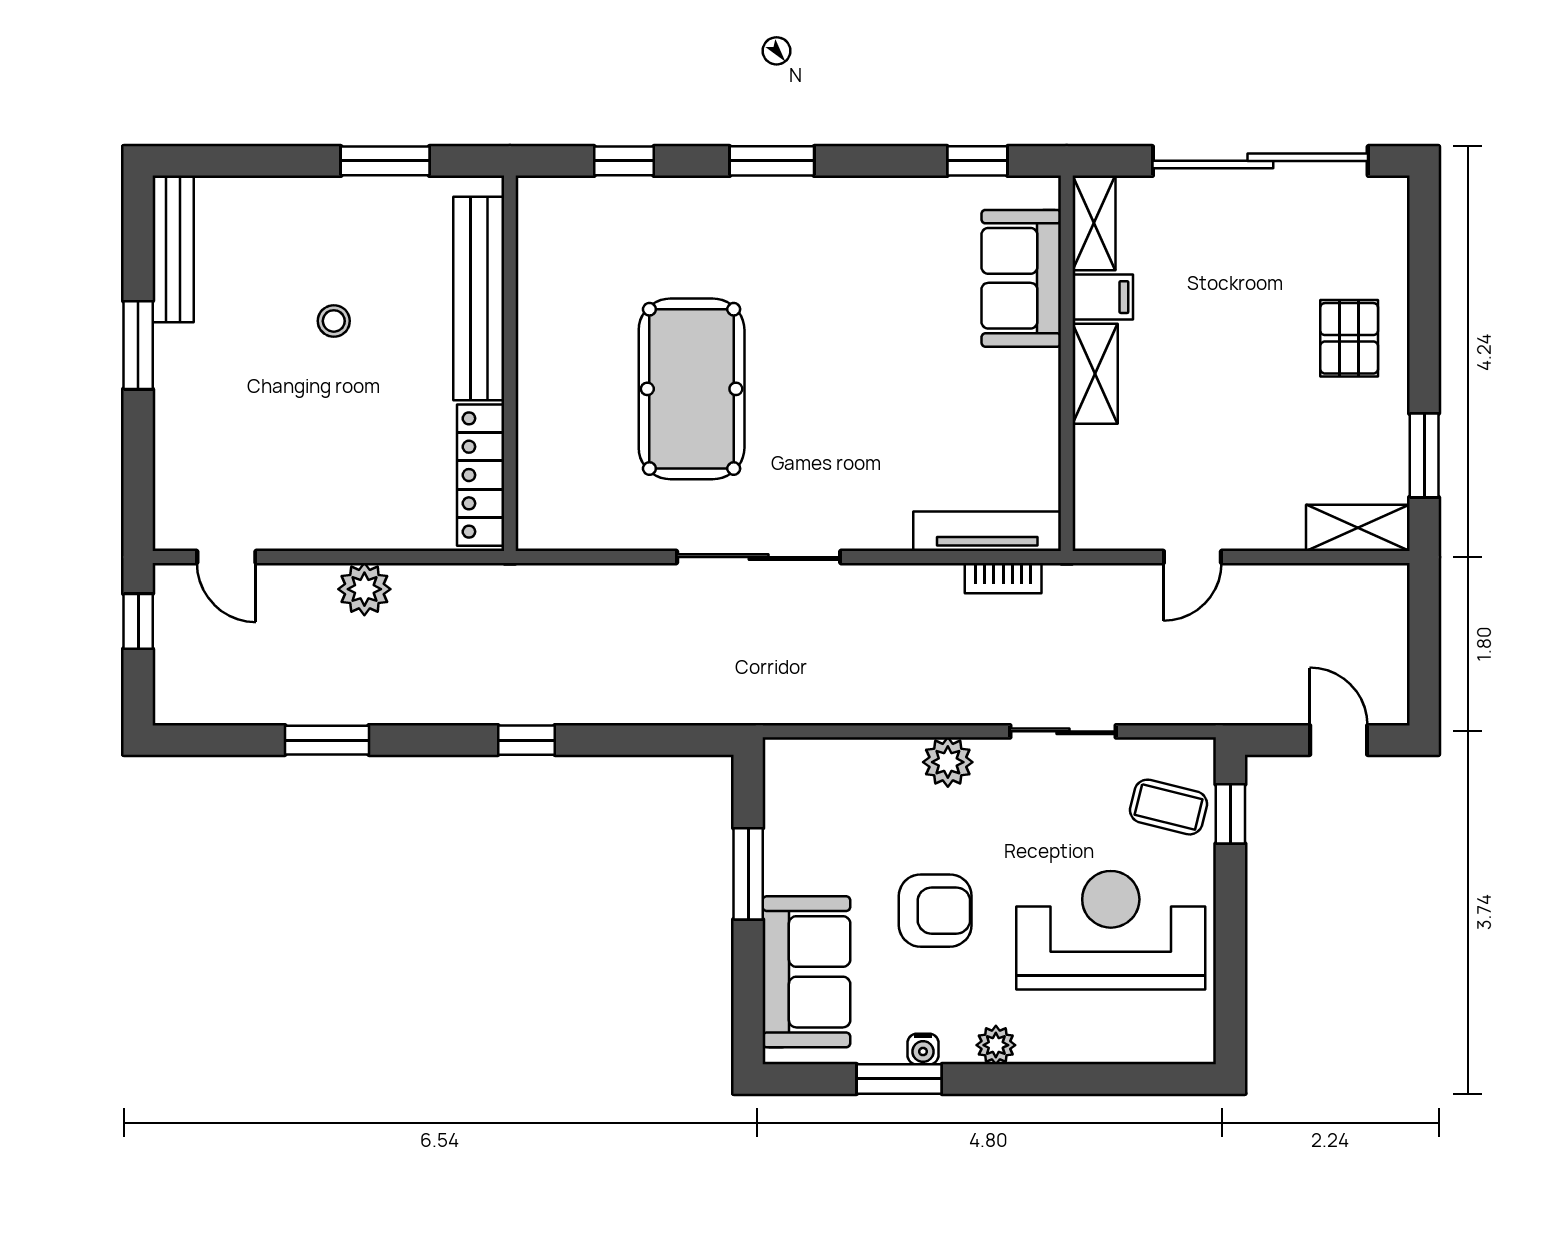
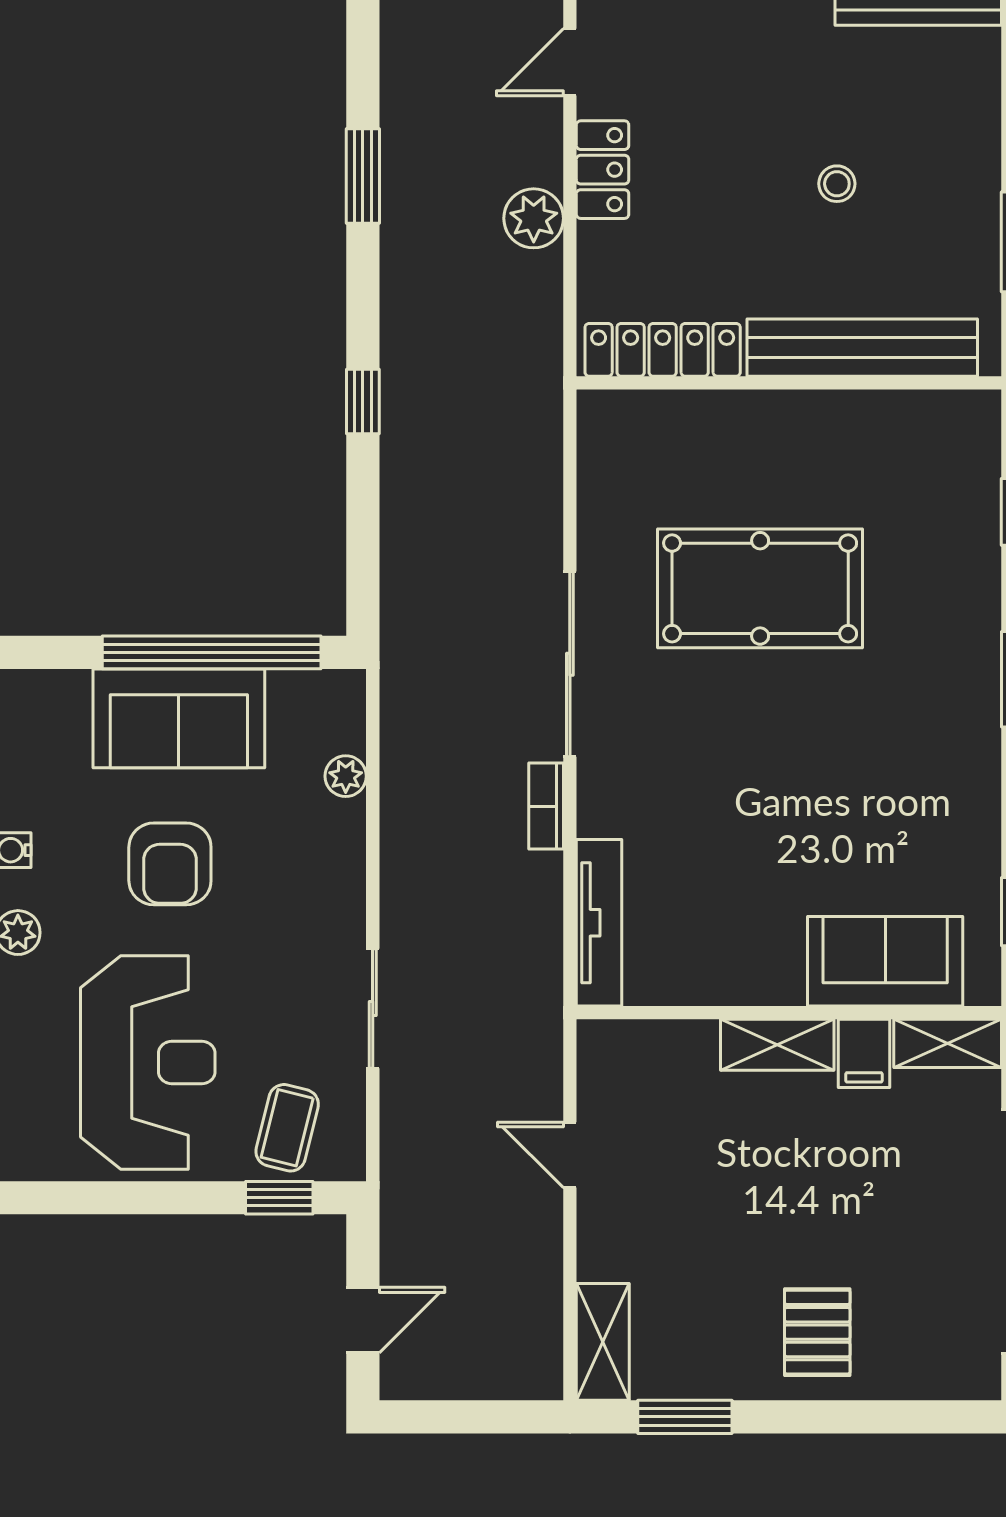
pallet: (1349, 338) -> (817, 1332), turned 90
locker: (321, 528) -> (603, 170), added
bookcase: (1003, 578) -> (546, 806), moved
plant: (948, 762) -> (346, 776), moved, width x0.73, depth x0.73
window: (748, 874) -> (212, 652), width x2.11
sofa: (806, 972) -> (179, 718), moved

